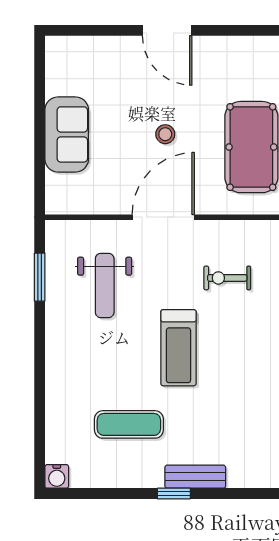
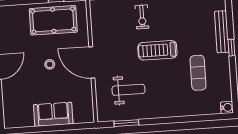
exercise bike: (227, 278) -> (142, 17), moved
treadmill: (178, 348) -> (157, 50), turned 180
bench: (195, 477) -> (222, 32), width x1.36

